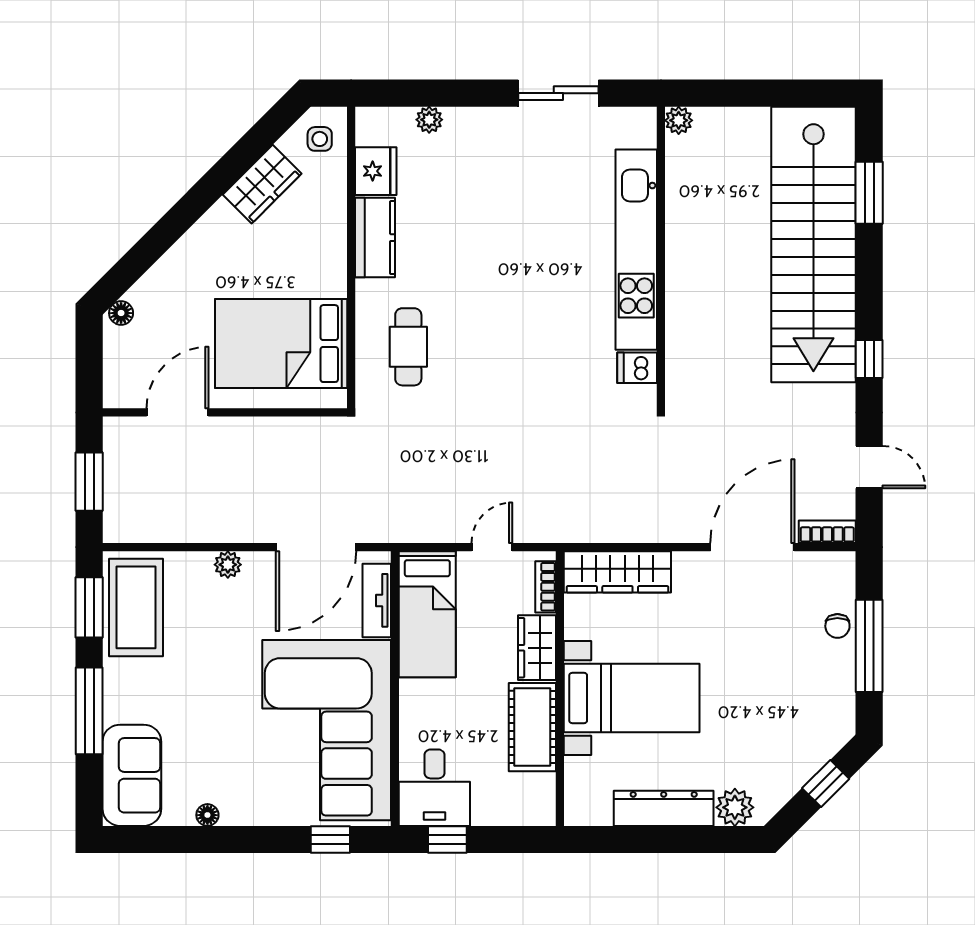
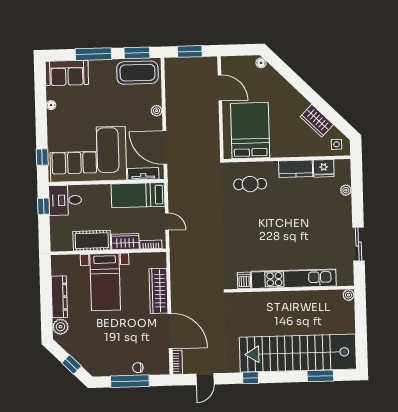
wardrobe: (617, 572) -> (158, 291), moved

